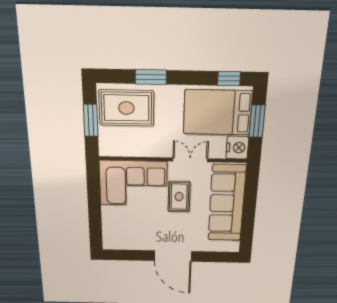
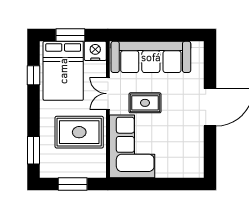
window: (151, 77) -> (33, 150), moved
window: (229, 79) -> (33, 75), moved
rug: (126, 108) -> (79, 132), moved, turned 90

